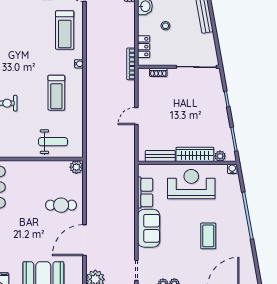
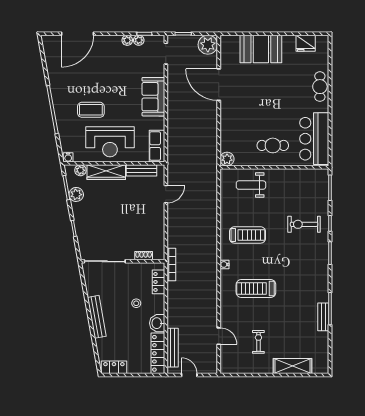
treadmill: (65, 30) -> (256, 289), moved, turned -90
treadmill: (56, 93) -> (247, 235), turned 90
door: (136, 116) -> (166, 194), moved
plant: (224, 132) -> (76, 194), added
row of seats: (145, 193) -> (157, 146), moved
cafe table: (61, 205) -> (273, 145), moved
coffee table: (208, 236) -> (91, 110), moved, turned 90
door: (84, 240) -> (219, 85), swing flipped

